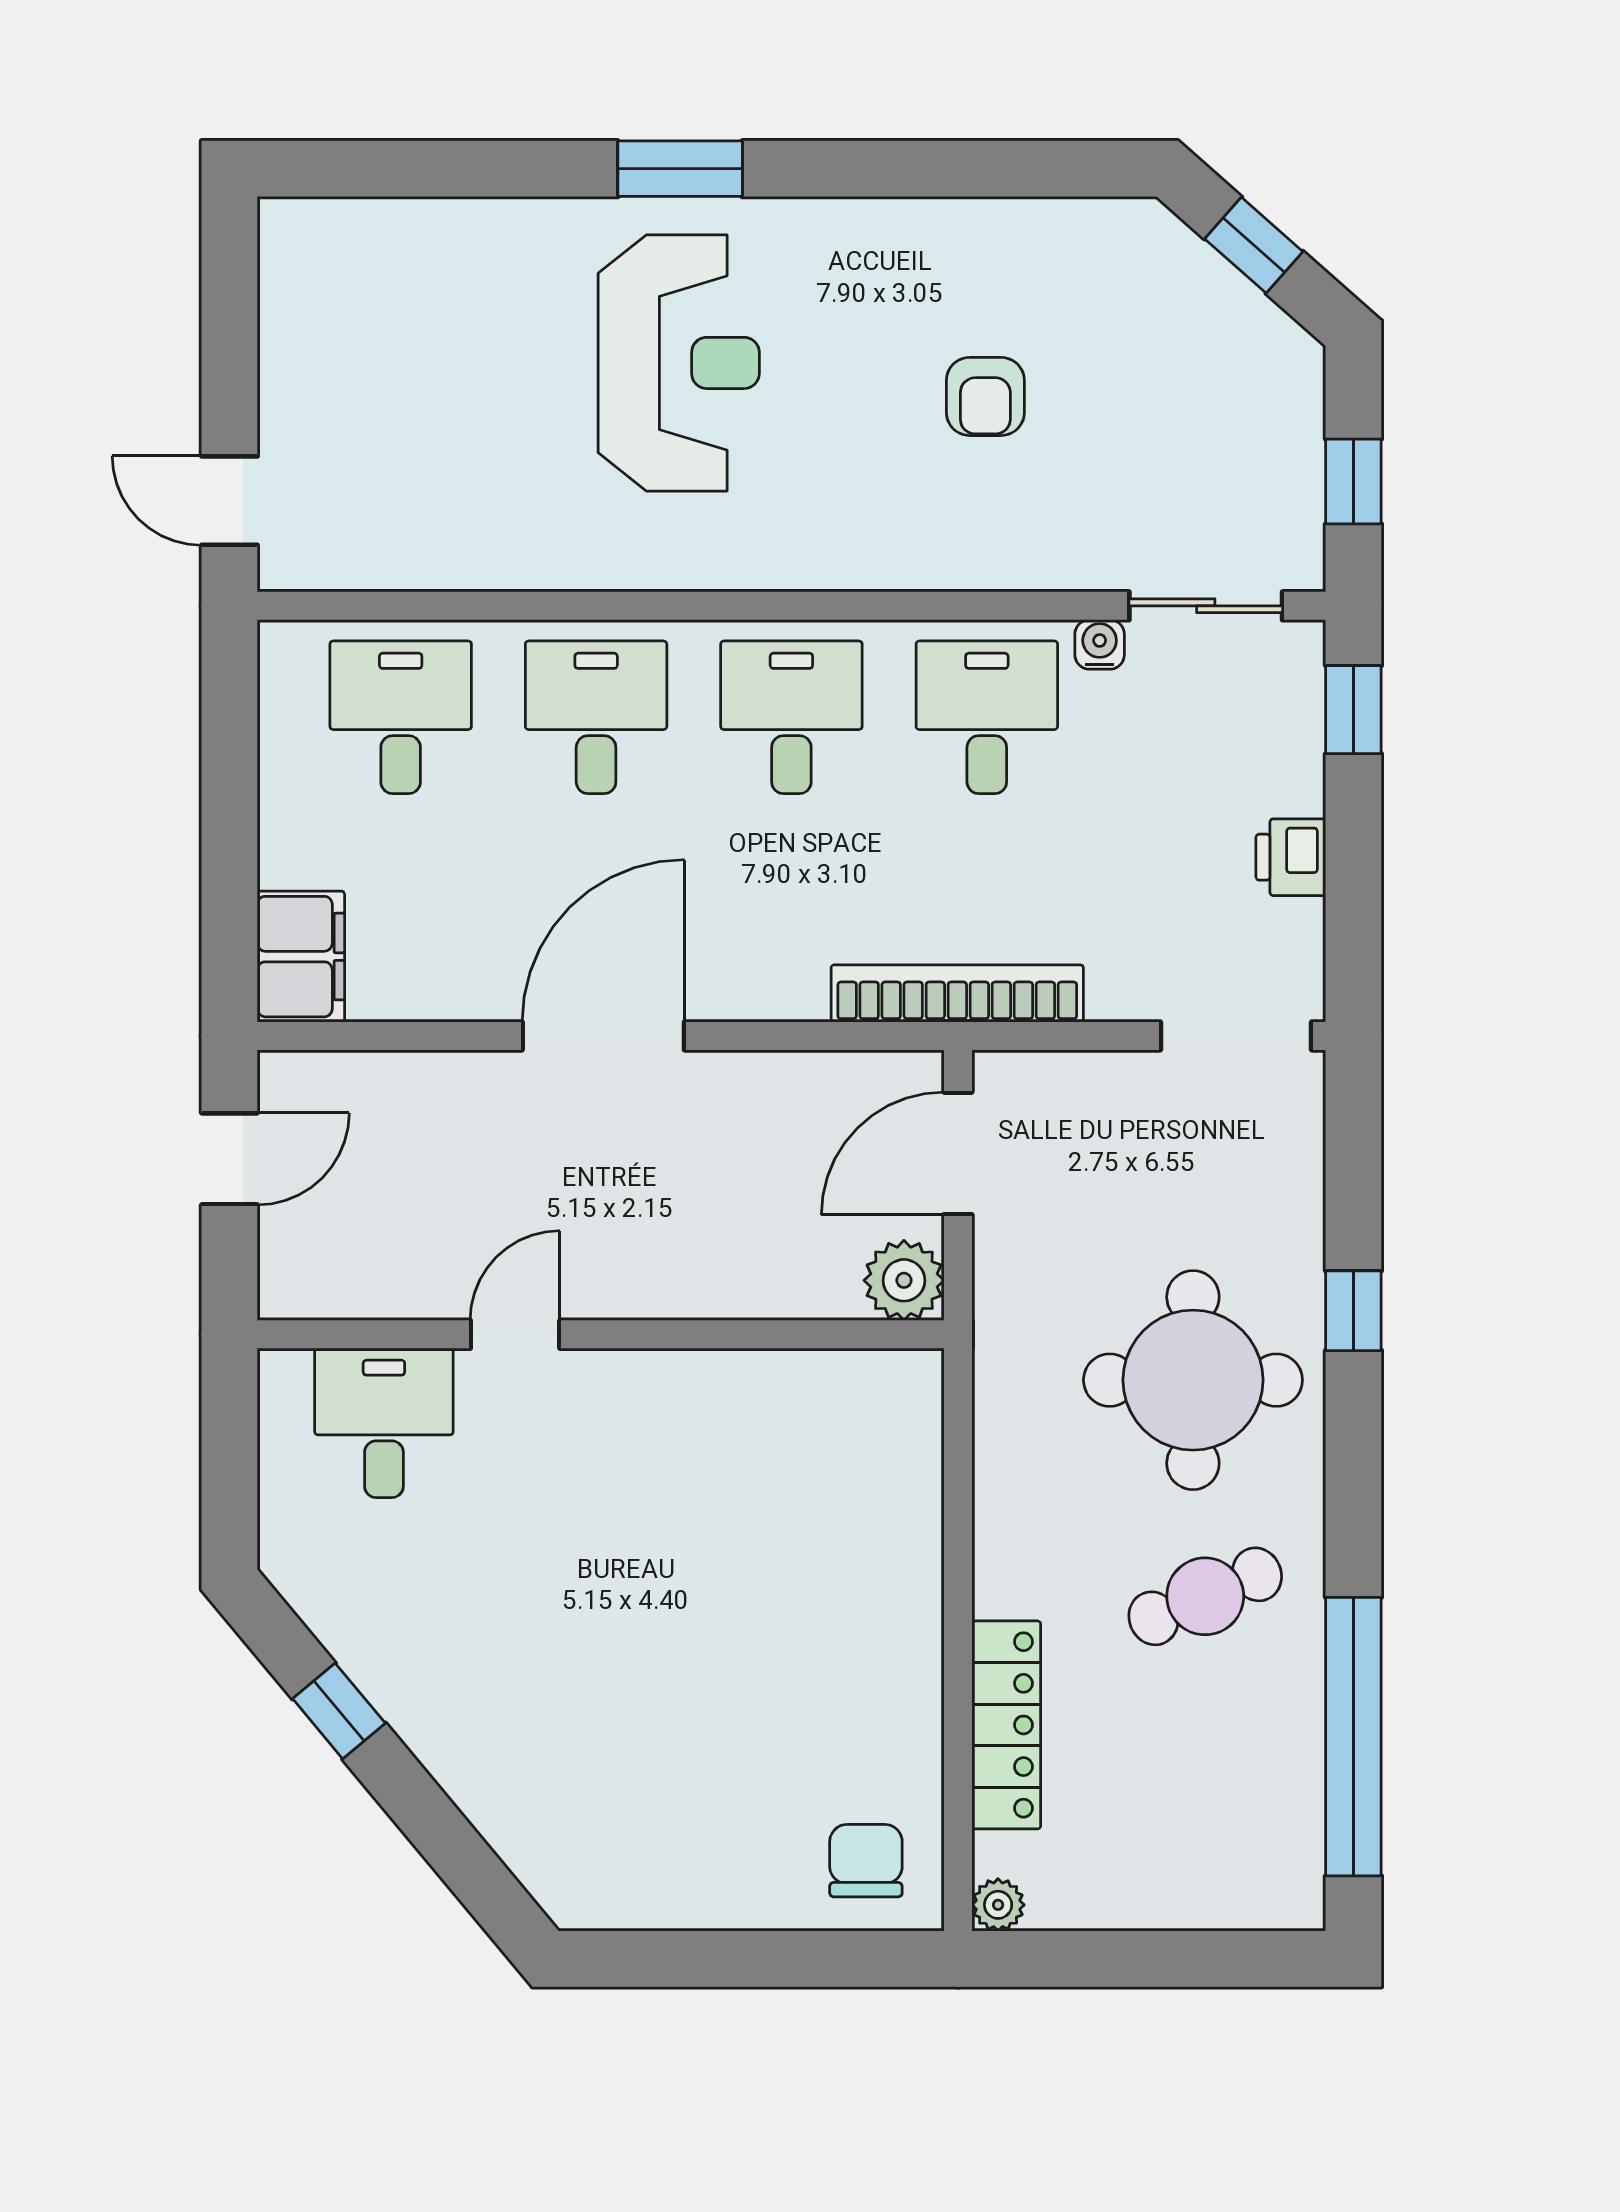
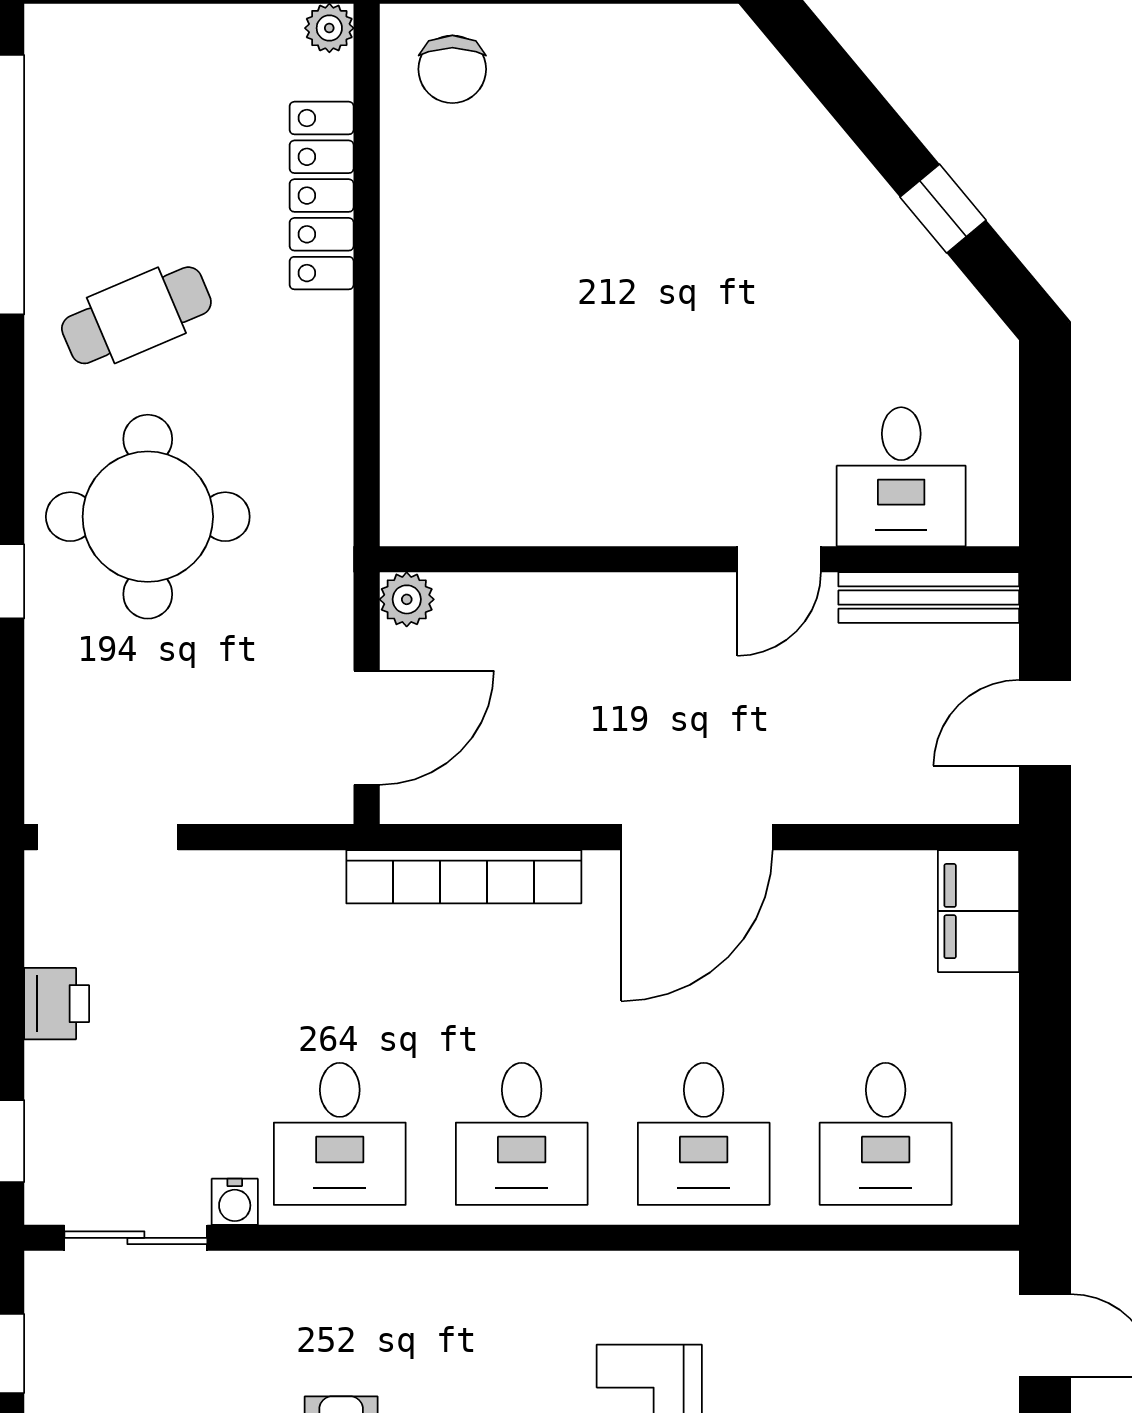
bookcase: (957, 993) -> (464, 877), moved
plant: (904, 1280) -> (407, 599), width x0.73, depth x0.73
bench: (354, 1293) -> (929, 598), added

